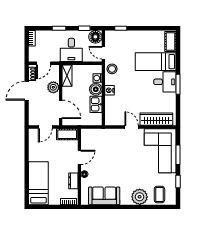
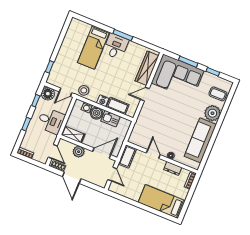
cot: (170, 42) -> (118, 106), moved
sofa: (104, 196) -> (200, 140), width x1.36

